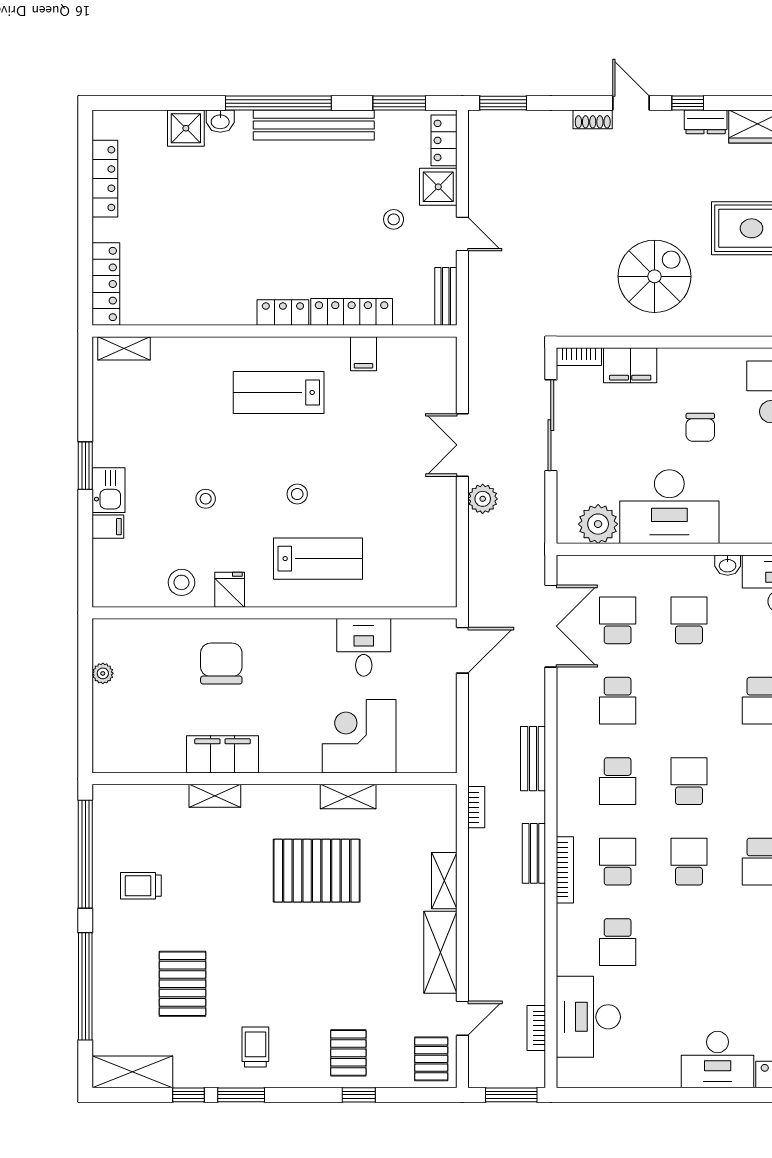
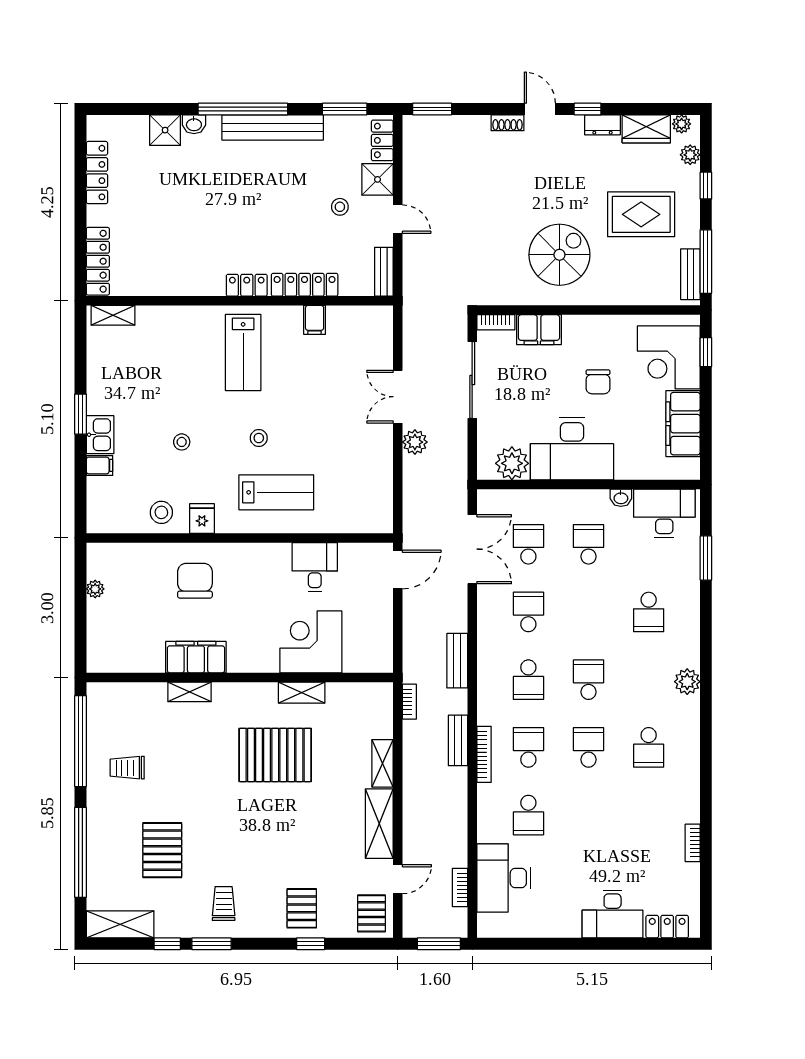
lab bench: (279, 392) -> (243, 353), turned -90
school desk: (618, 701) -> (528, 612), turned 180

